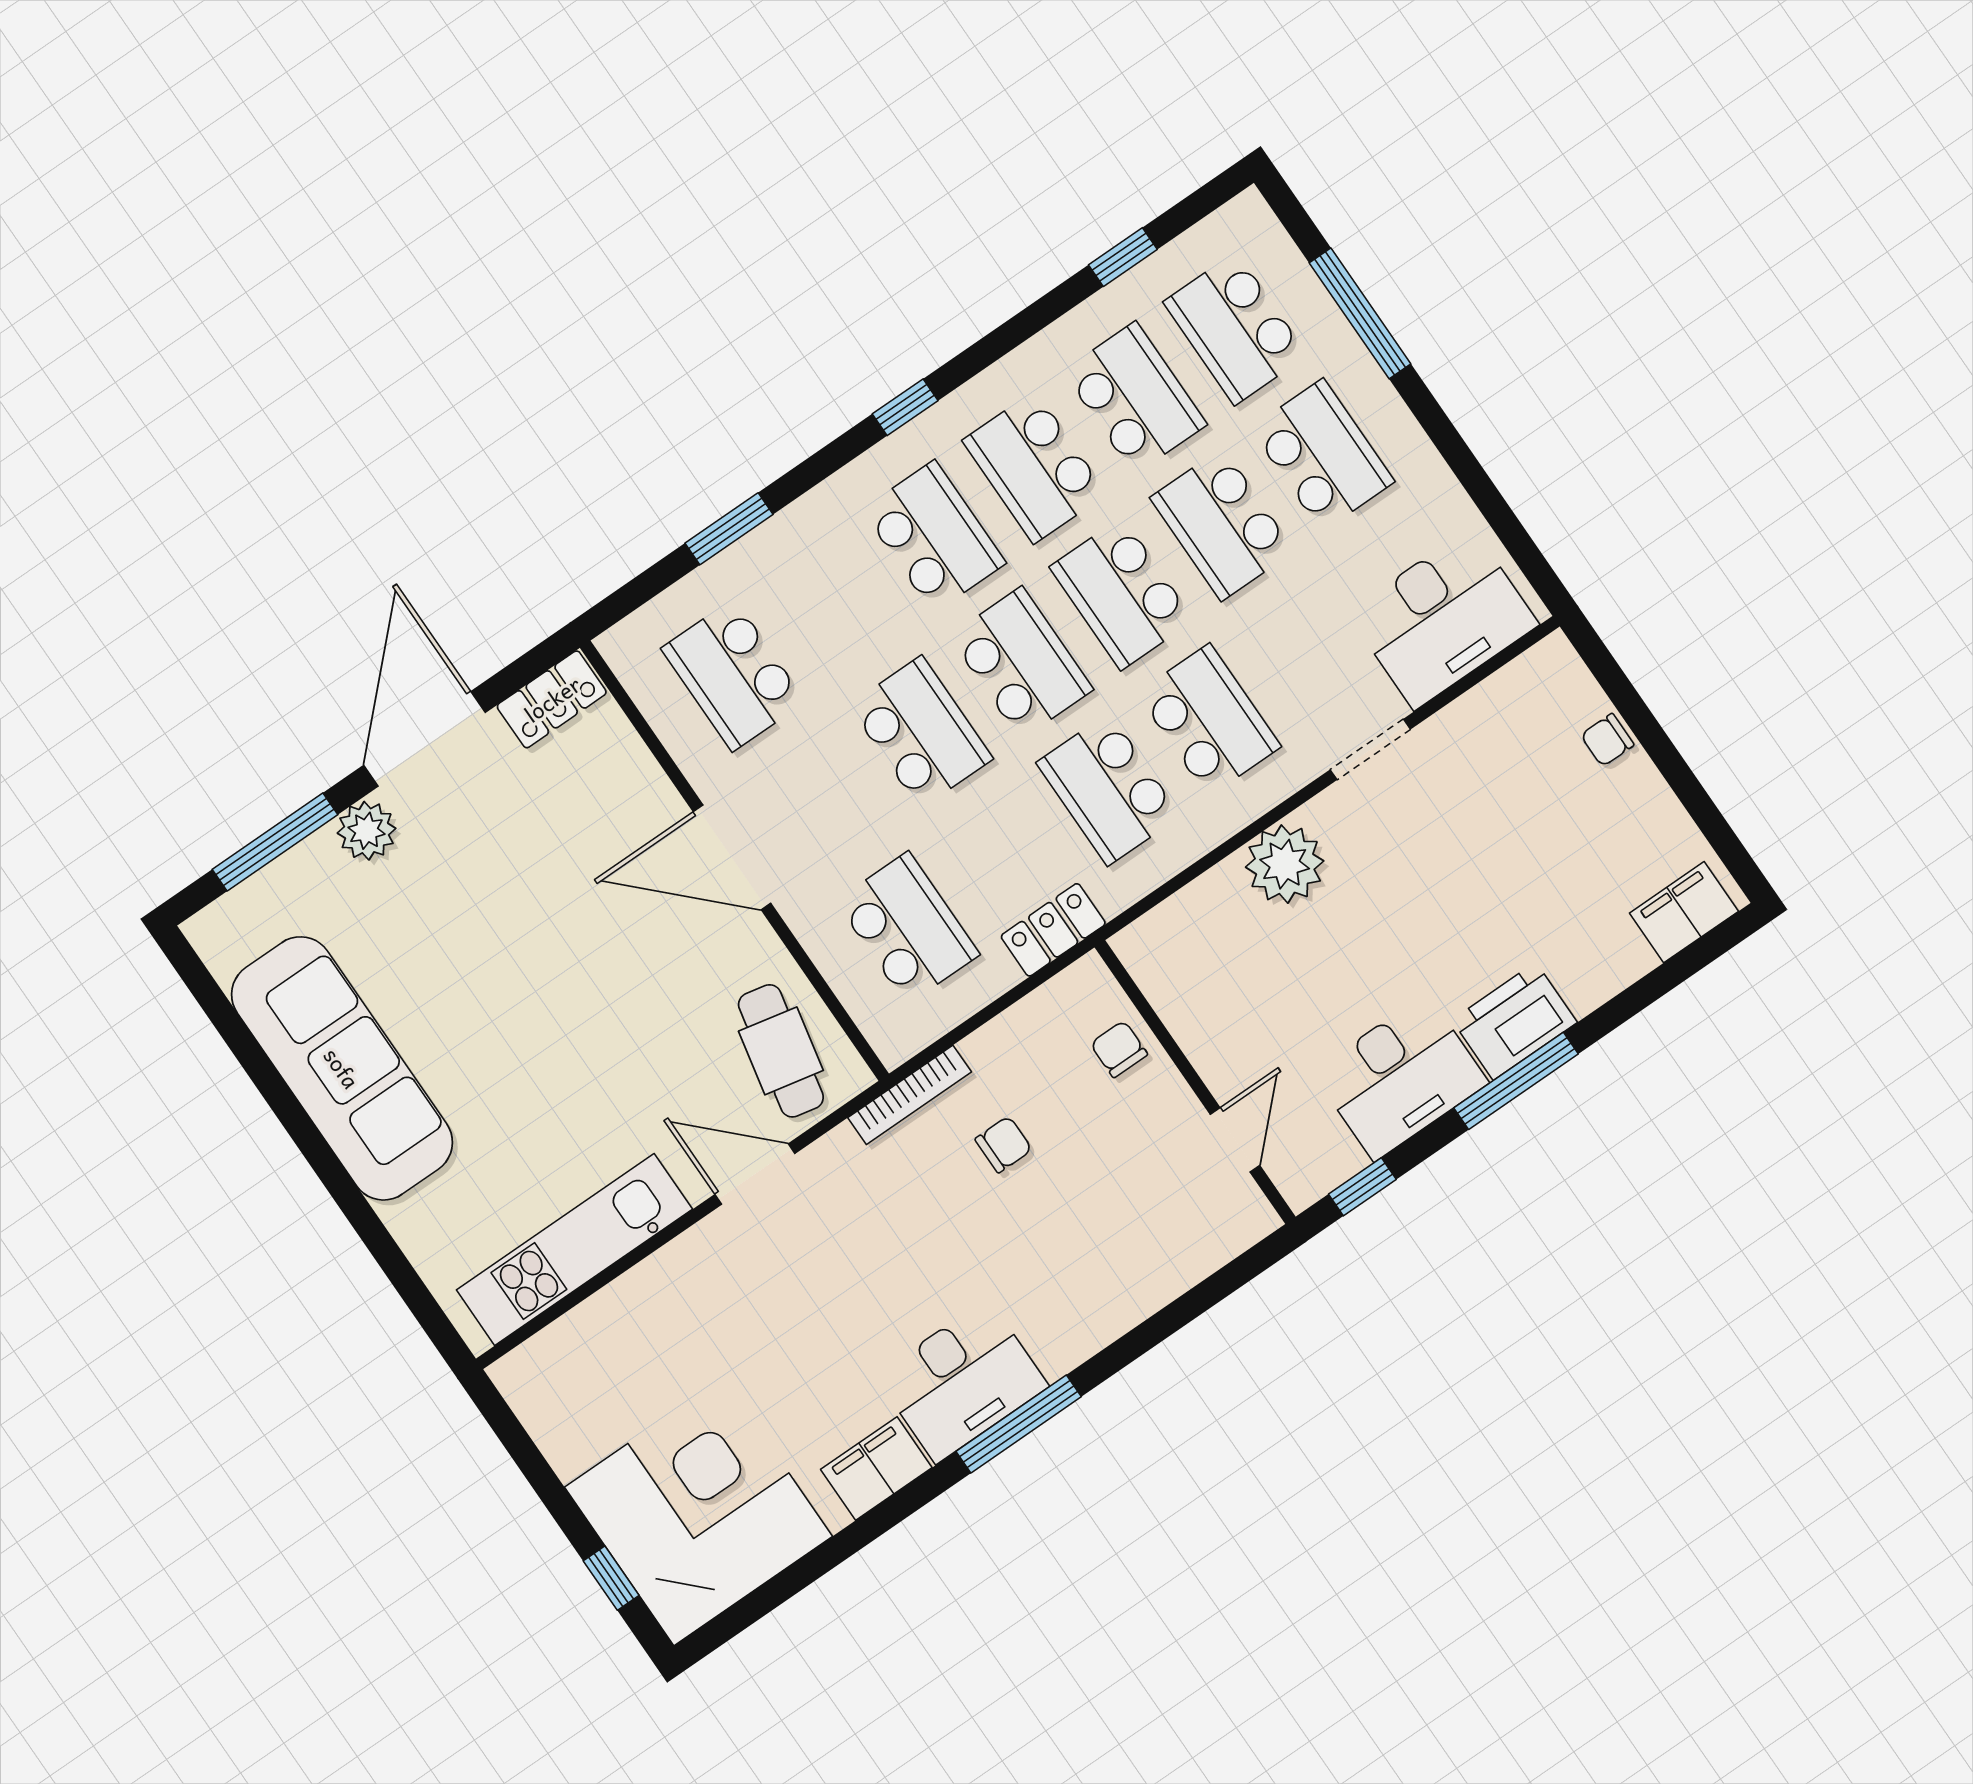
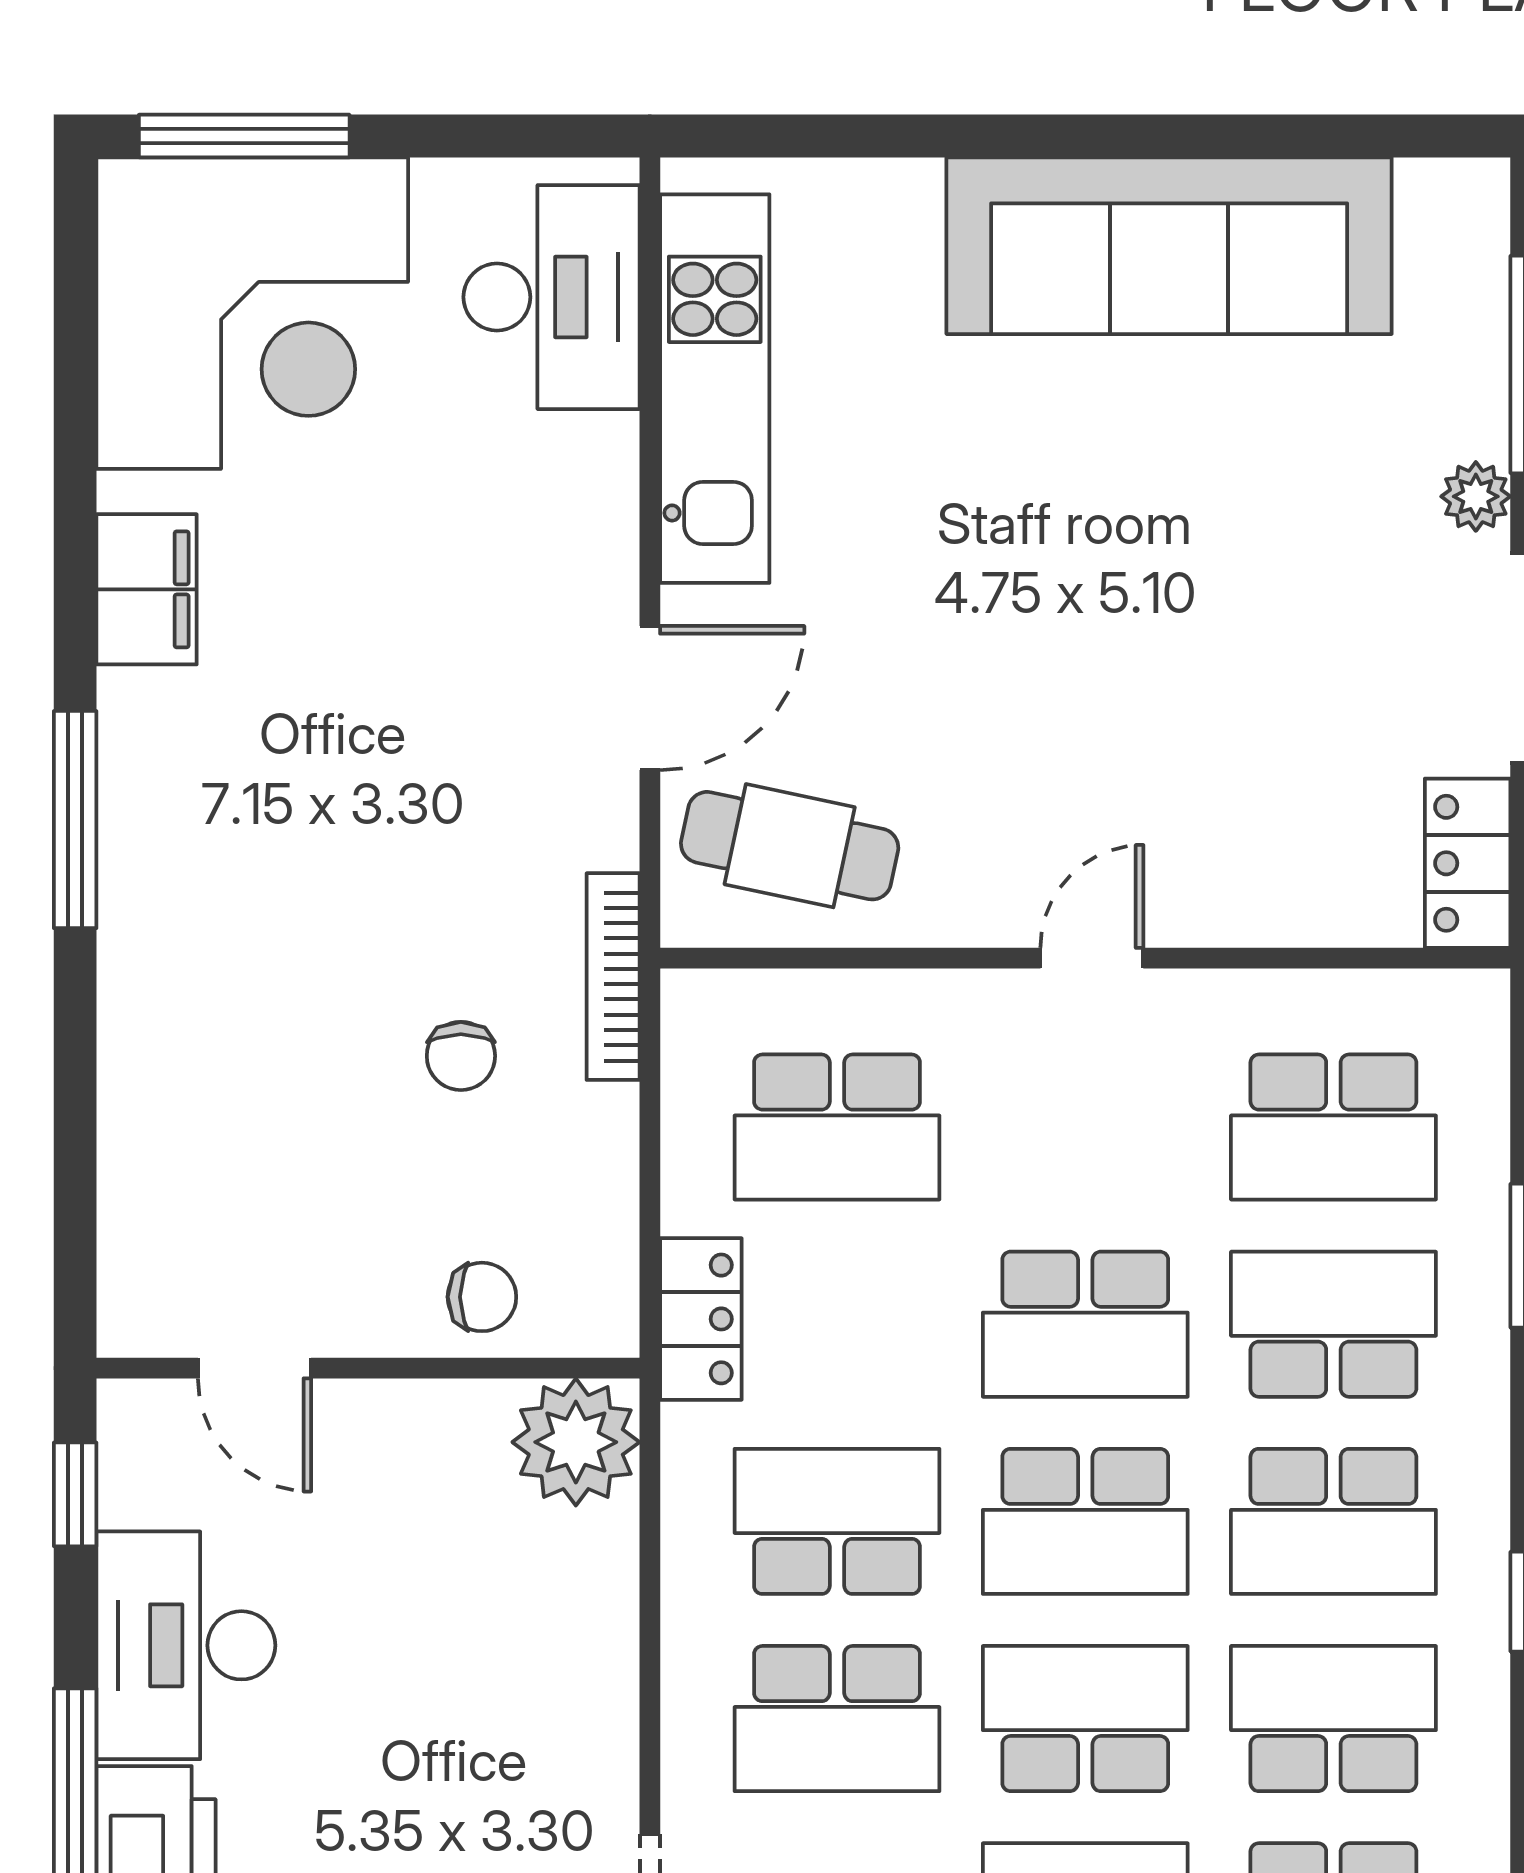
school desk: (834, 606) -> (1333, 1324), added
school desk: (733, 675) -> (1333, 1127), turned 180
plant: (367, 831) -> (1476, 496), width x0.73, depth x0.73
door: (732, 857) -> (1092, 958), width x0.53
plant: (1285, 864) -> (576, 1442), moved
desk: (962, 1381) -> (551, 297), moved, turned 180
window: (611, 1578) -> (244, 136), width x2.17

